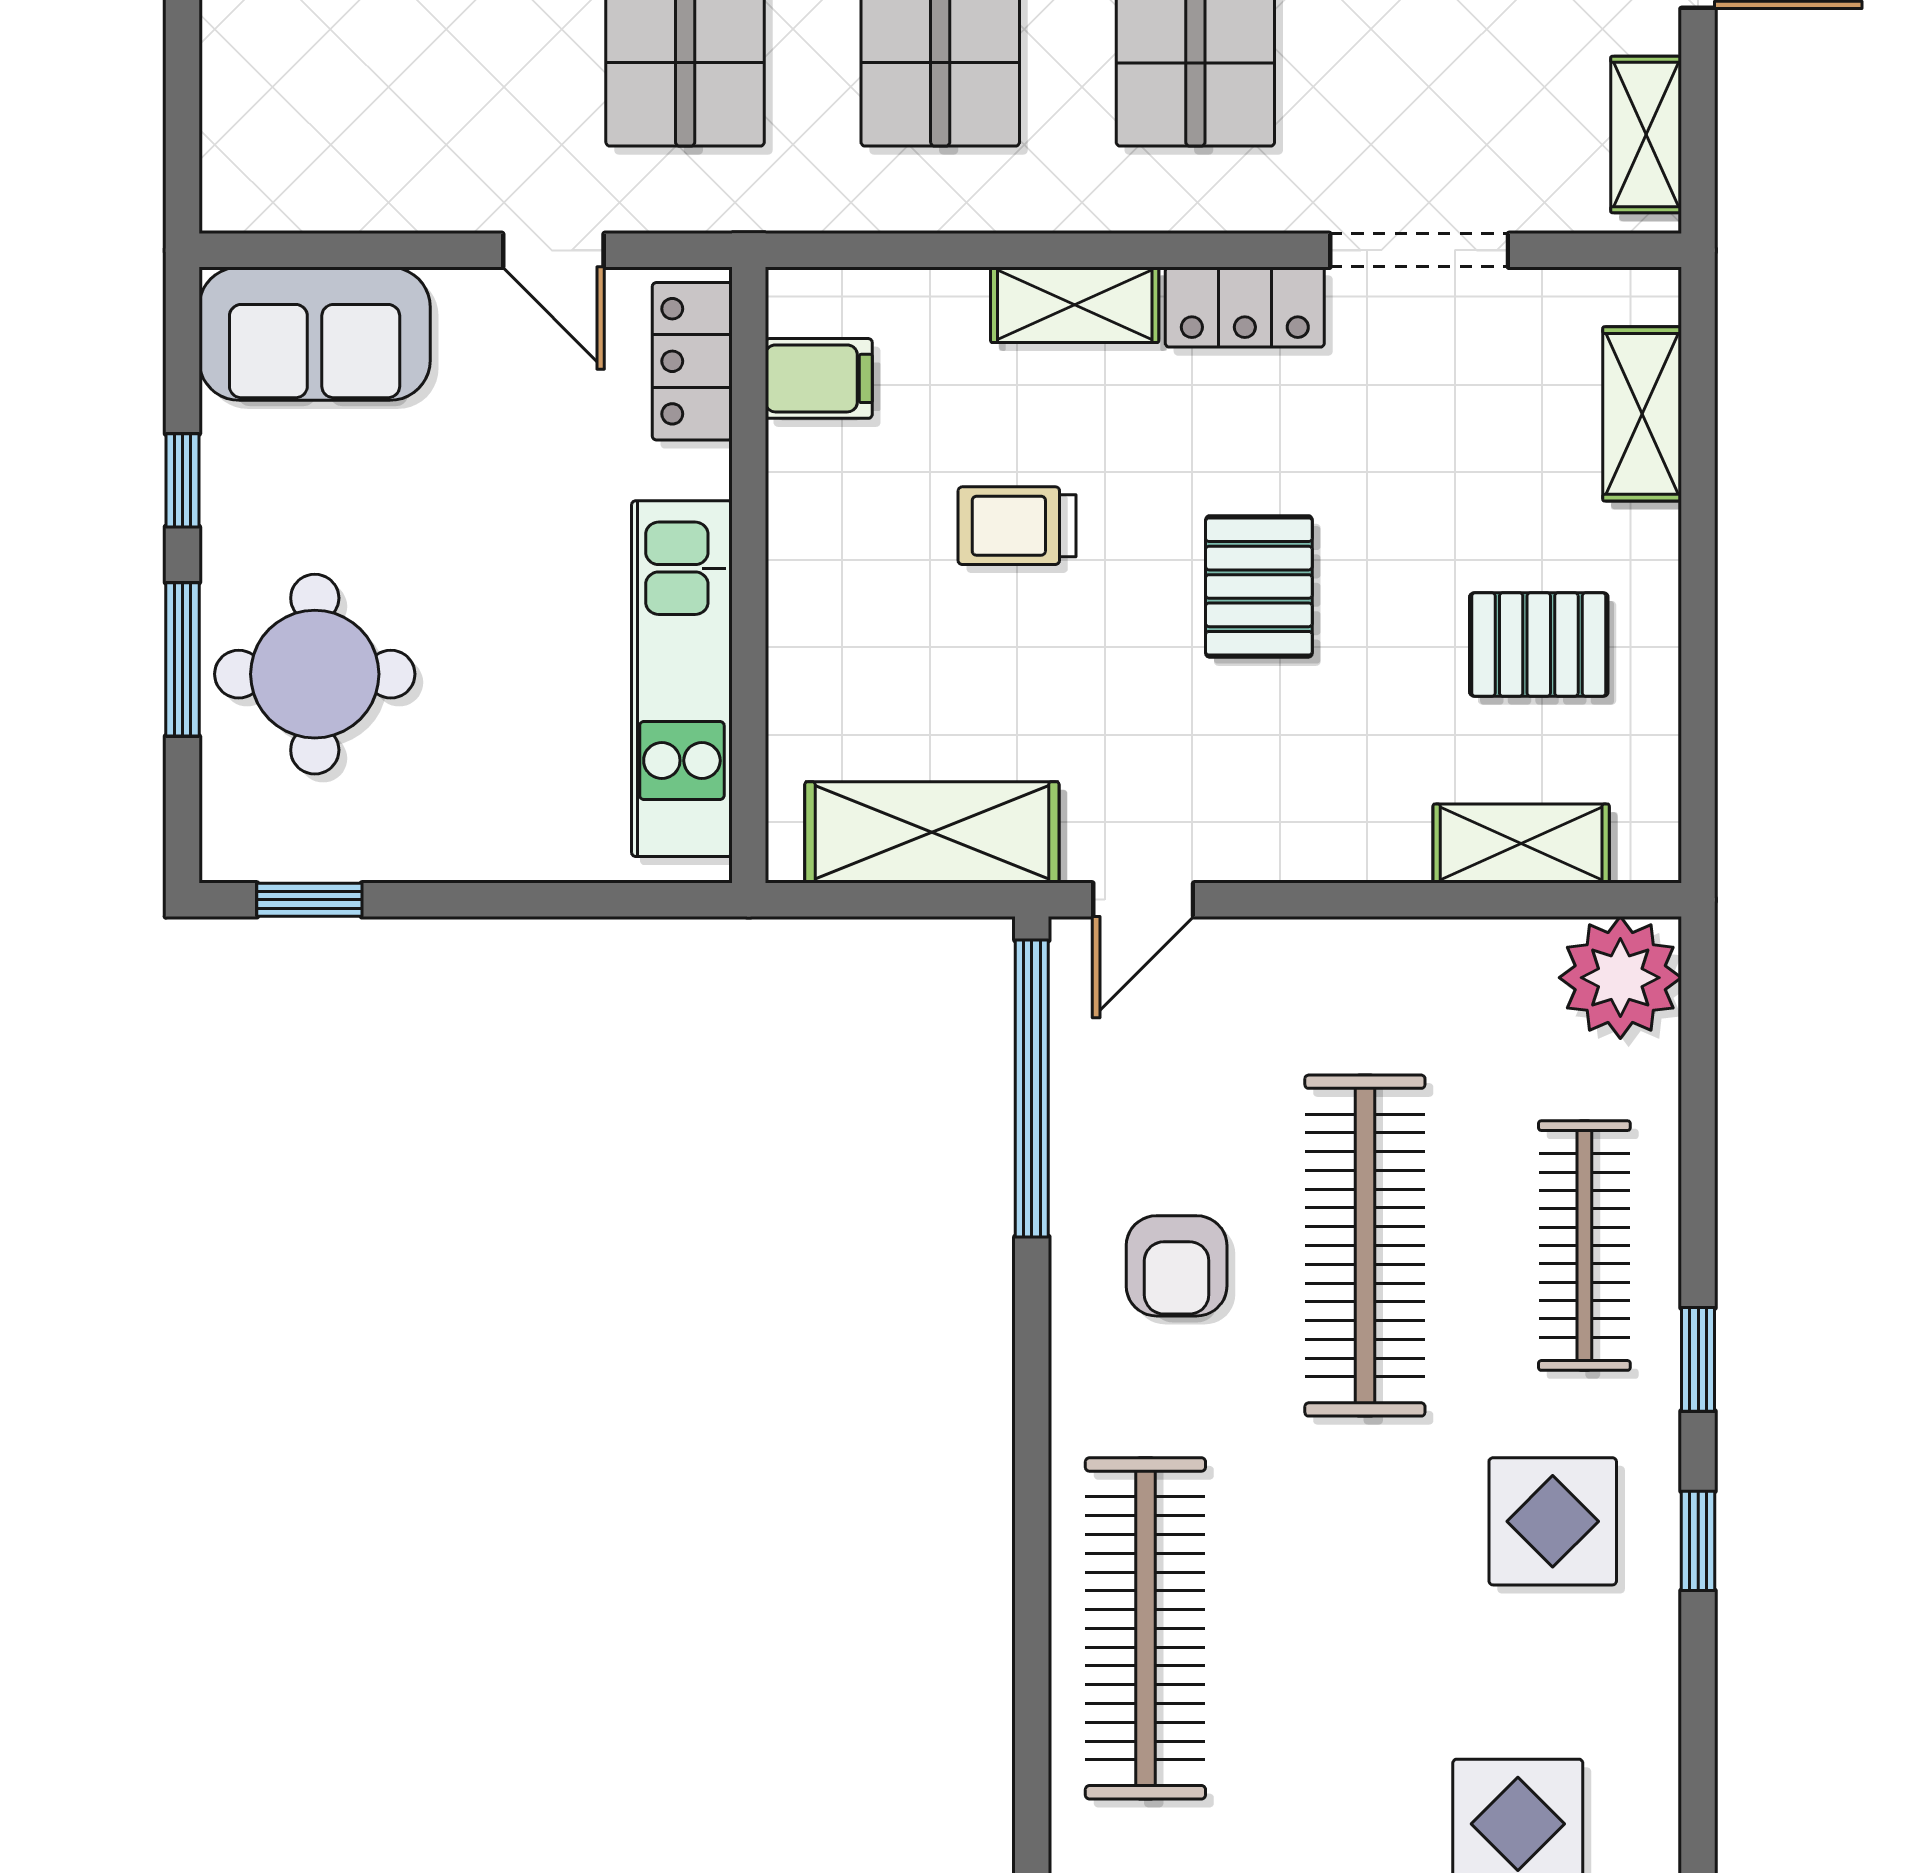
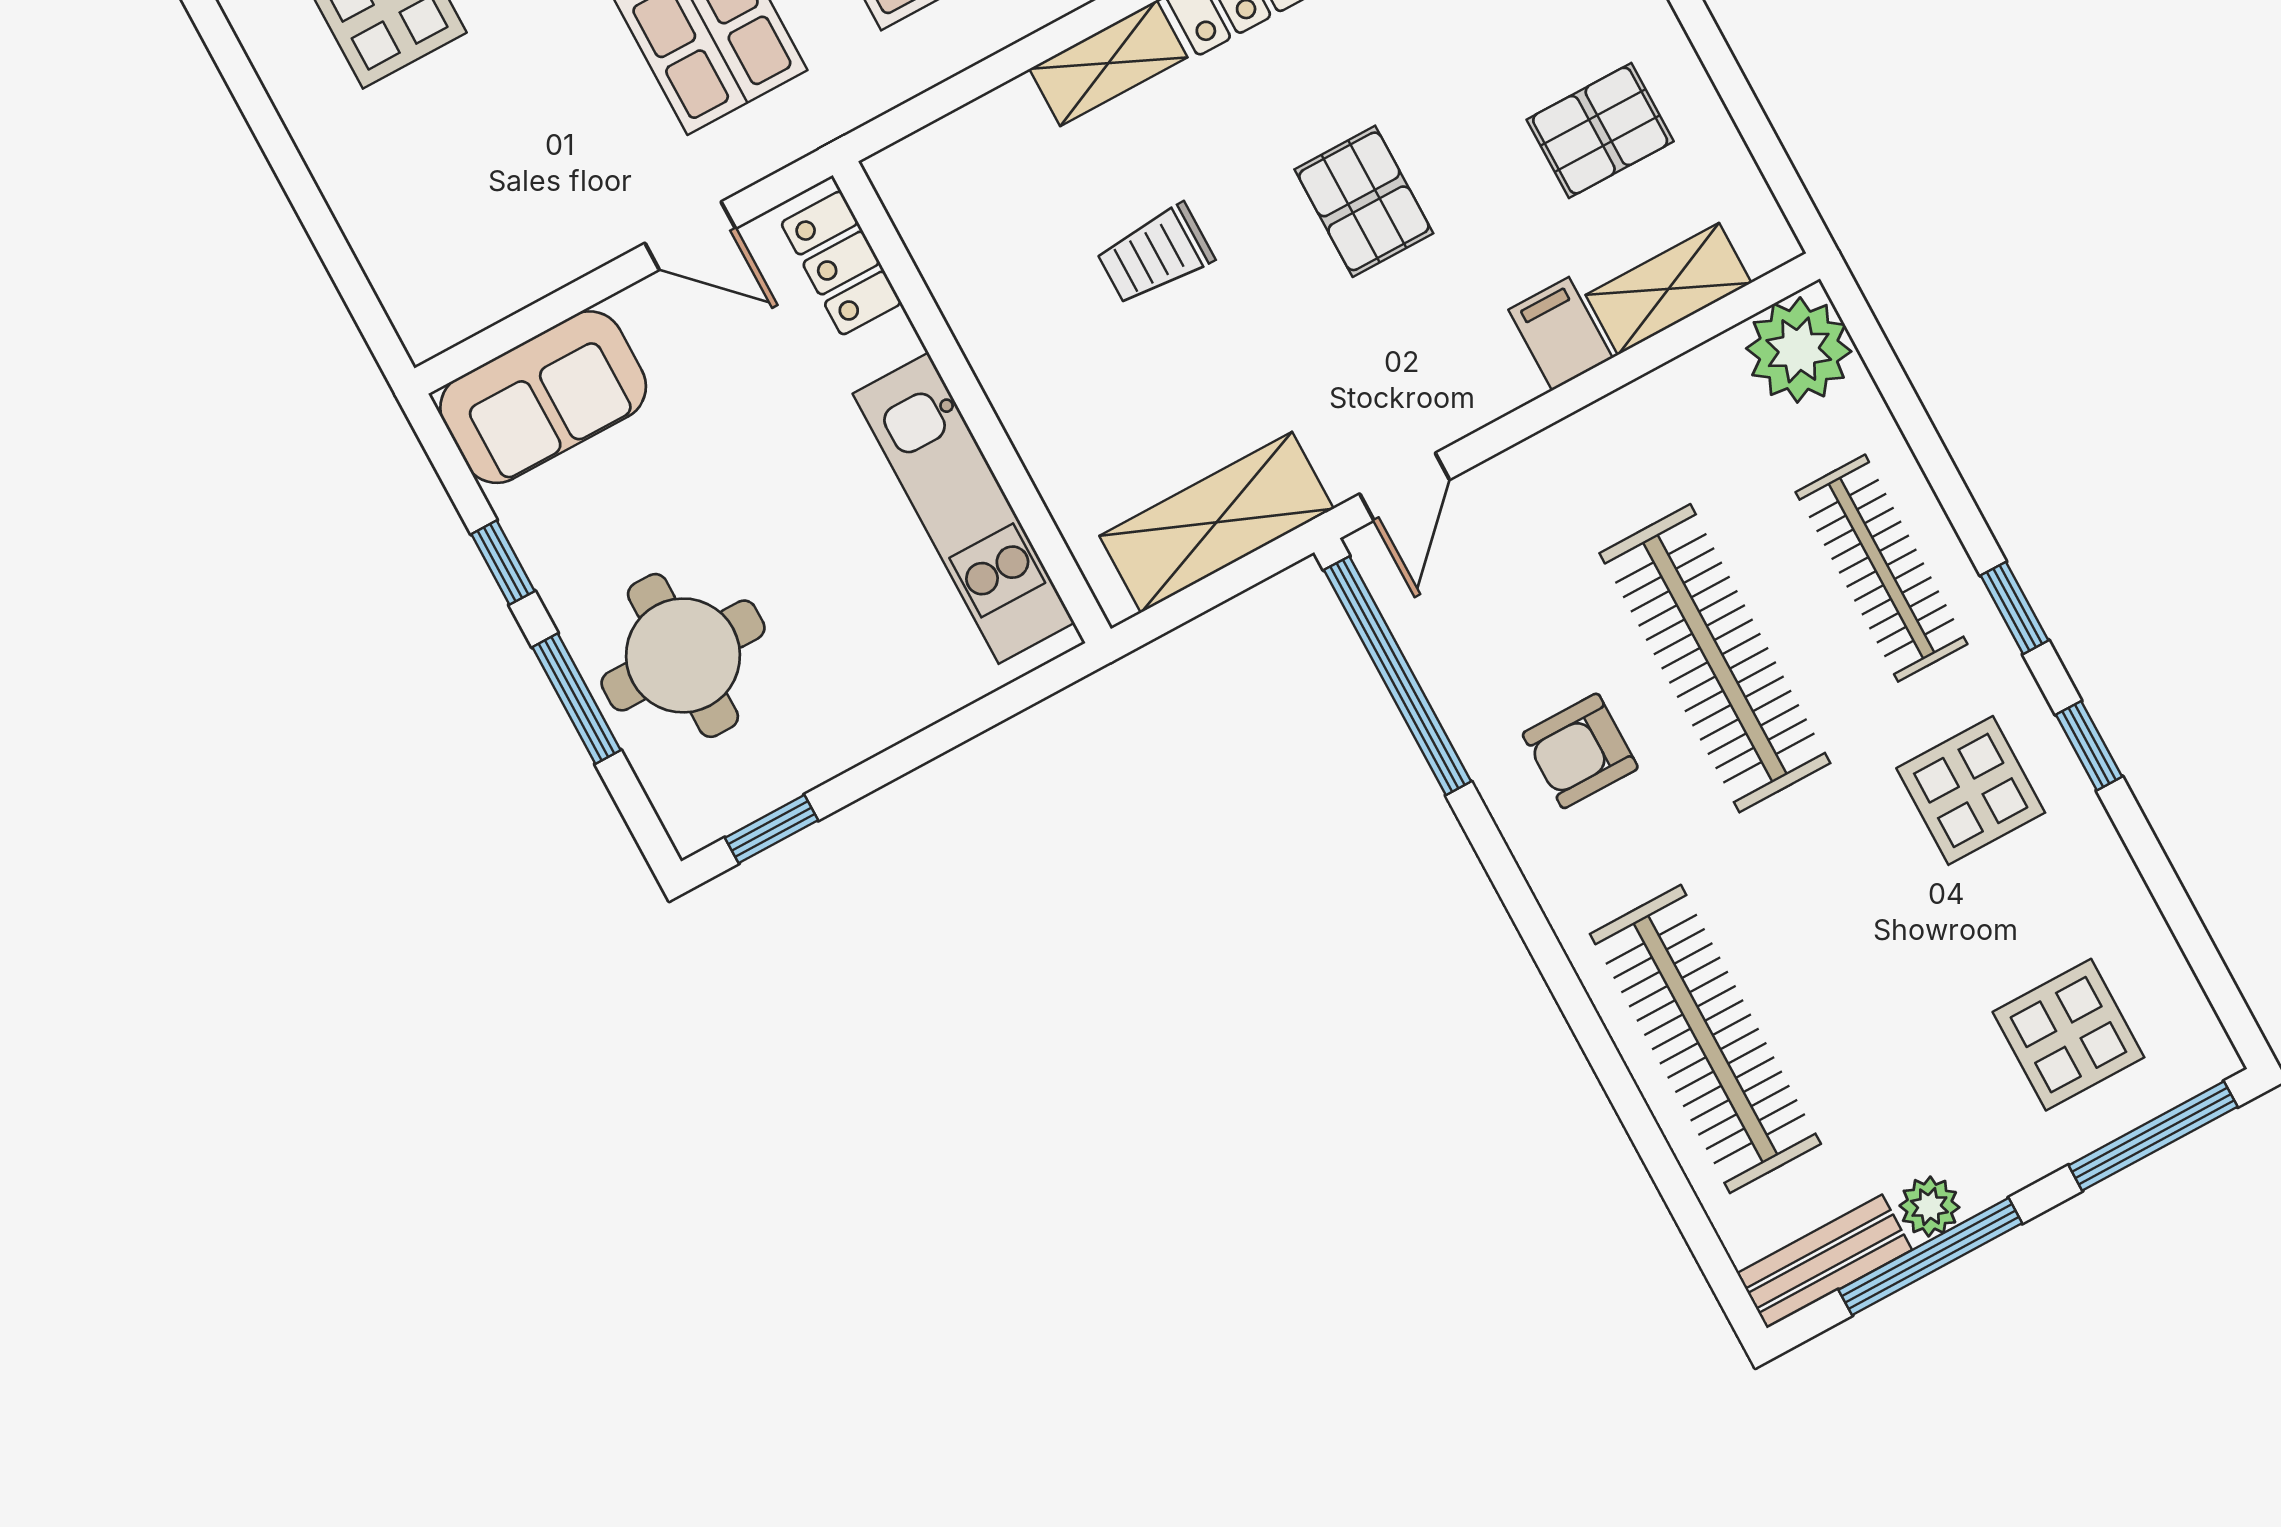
filing cabinet: (819, 378) -> (1560, 334), moved, turned -90
armchair: (1177, 1266) -> (1580, 751), turned 90

